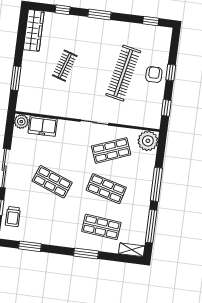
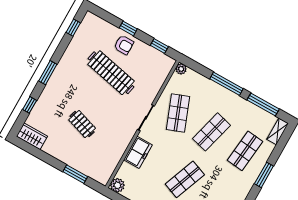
wardrobe: (34, 30) -> (32, 136), width x0.67
armchair: (154, 75) -> (124, 45), turned 180
freezer: (43, 126) -> (138, 152), moved
plant: (148, 141) -> (181, 69), width x0.53, depth x0.53

